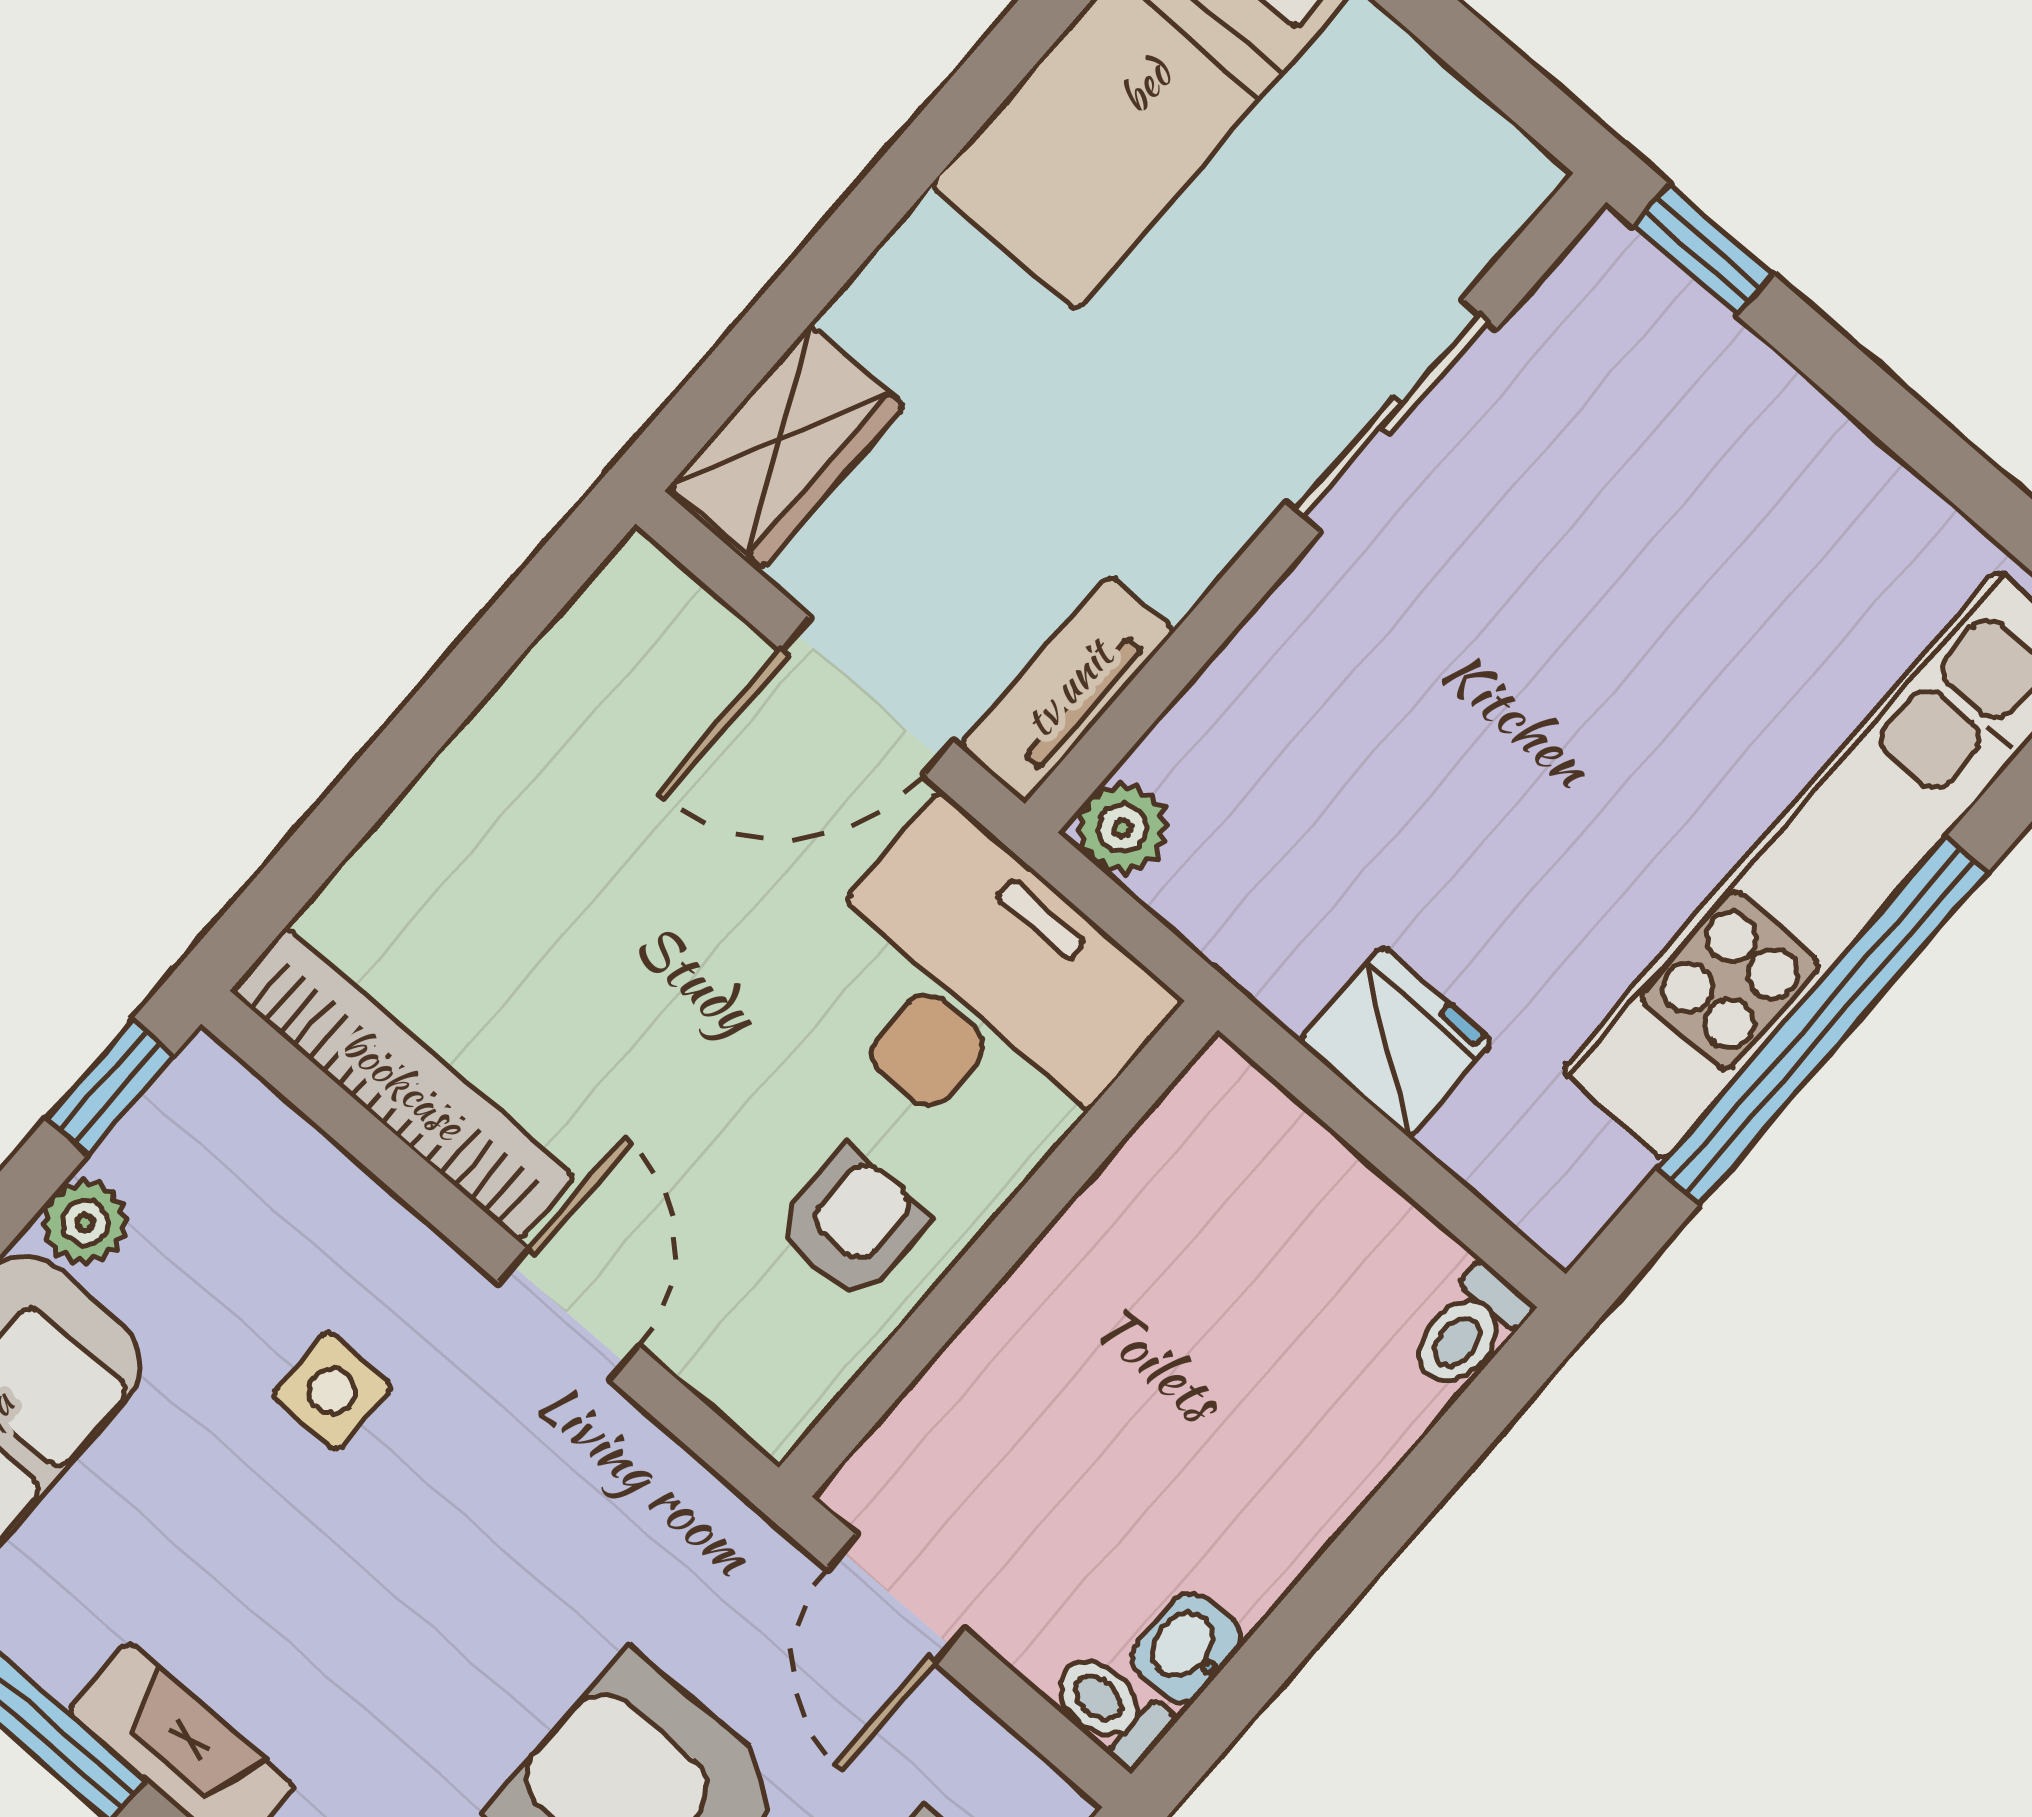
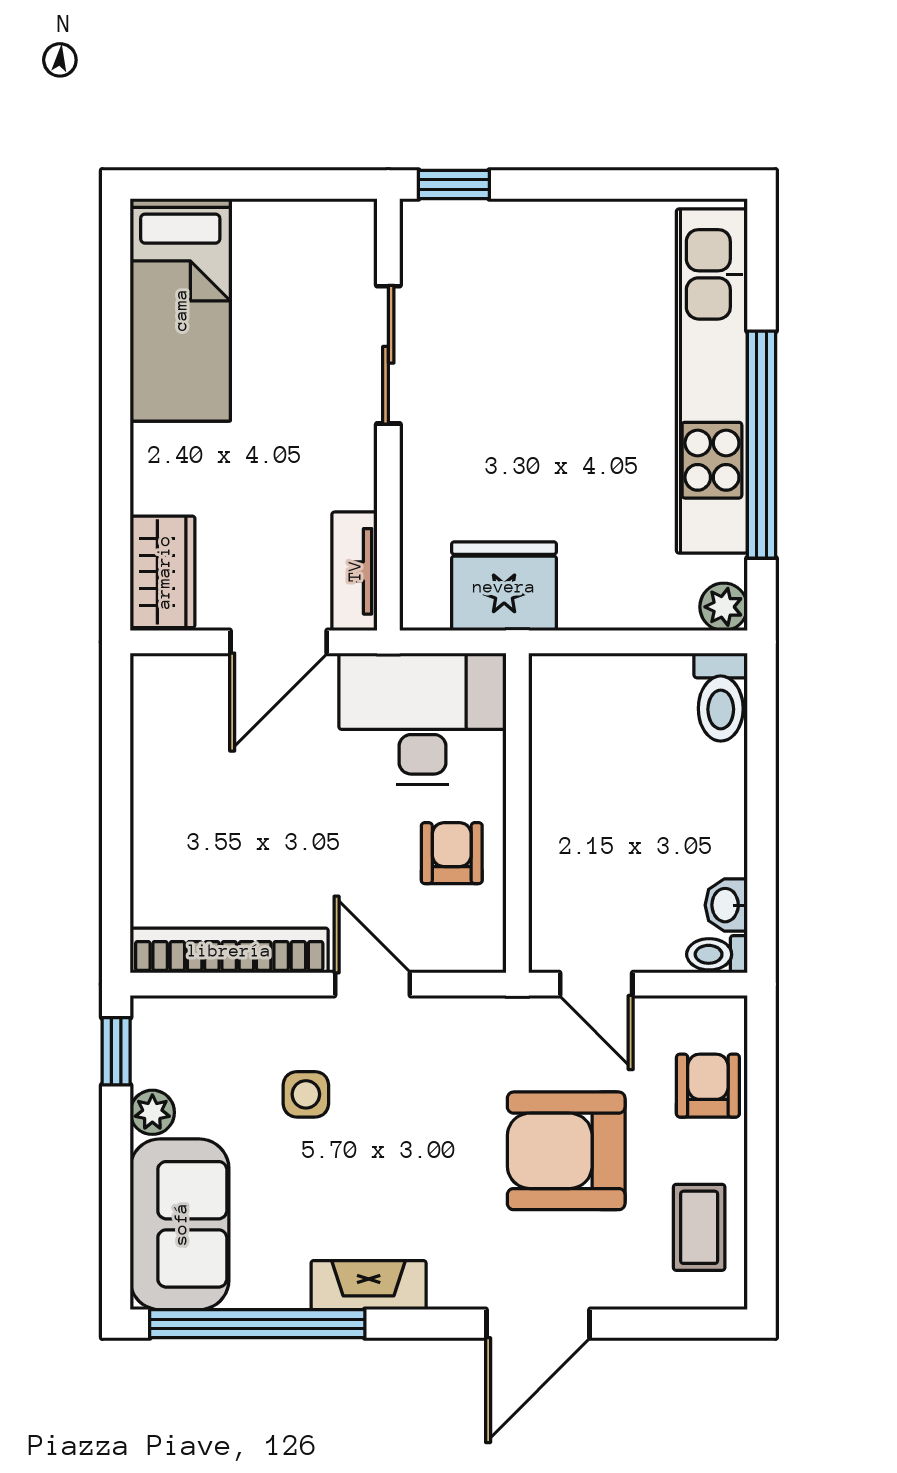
plant: (1123, 828) -> (724, 607), moved
fridge: (1396, 1041) -> (504, 586), moved, width x1.36, depth x1.34
toilet: (1469, 1329) -> (721, 697), width x1.37, depth x1.39

